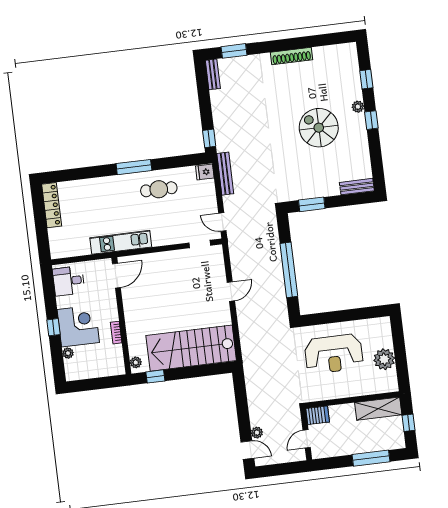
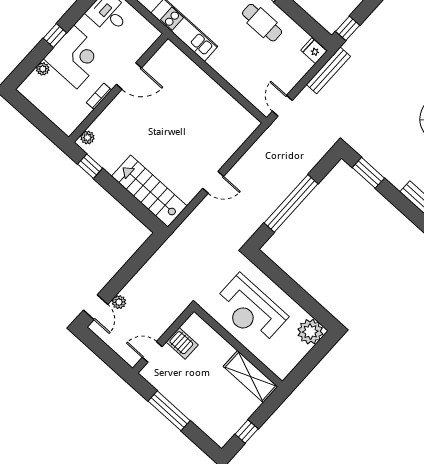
doorway: (200, 244) -> (245, 103), removed
door: (116, 276) -> (129, 76), moved
door: (231, 292) -> (213, 182), moved
stairs: (191, 348) -> (149, 191), width x0.73, depth x0.66
plant: (384, 359) -> (310, 332), moved
wall: (352, 400) -> (238, 346), moved
shelving: (378, 409) -> (250, 377), moved
window: (371, 458) -> (169, 411), moved

